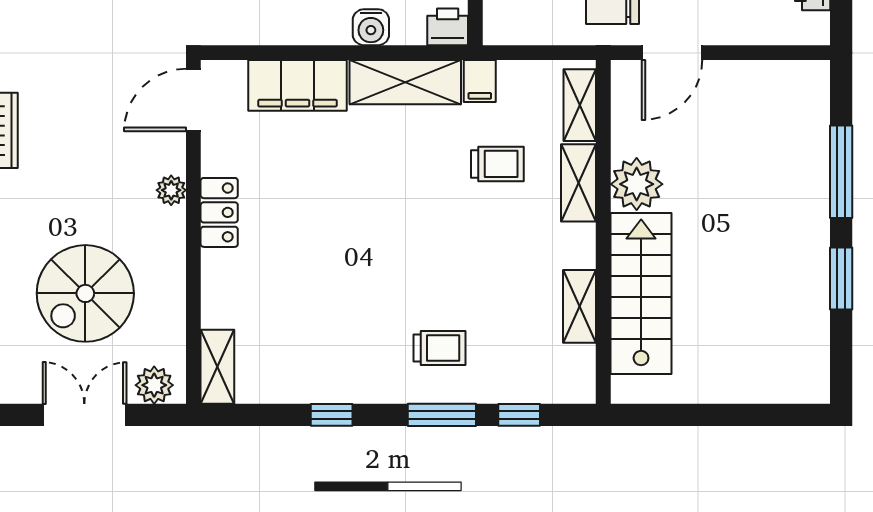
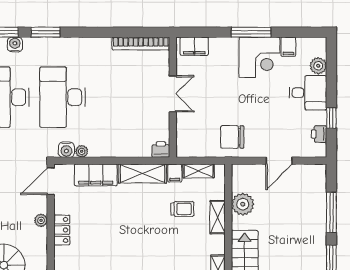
water cooler: (371, 27) -> (66, 150), moved
plant: (265, 31) -> (82, 151), added
door: (672, 53) -> (279, 161), moved
shelving: (580, 105) -> (199, 171), moved, turned 90
plant: (637, 184) -> (243, 204), moved

